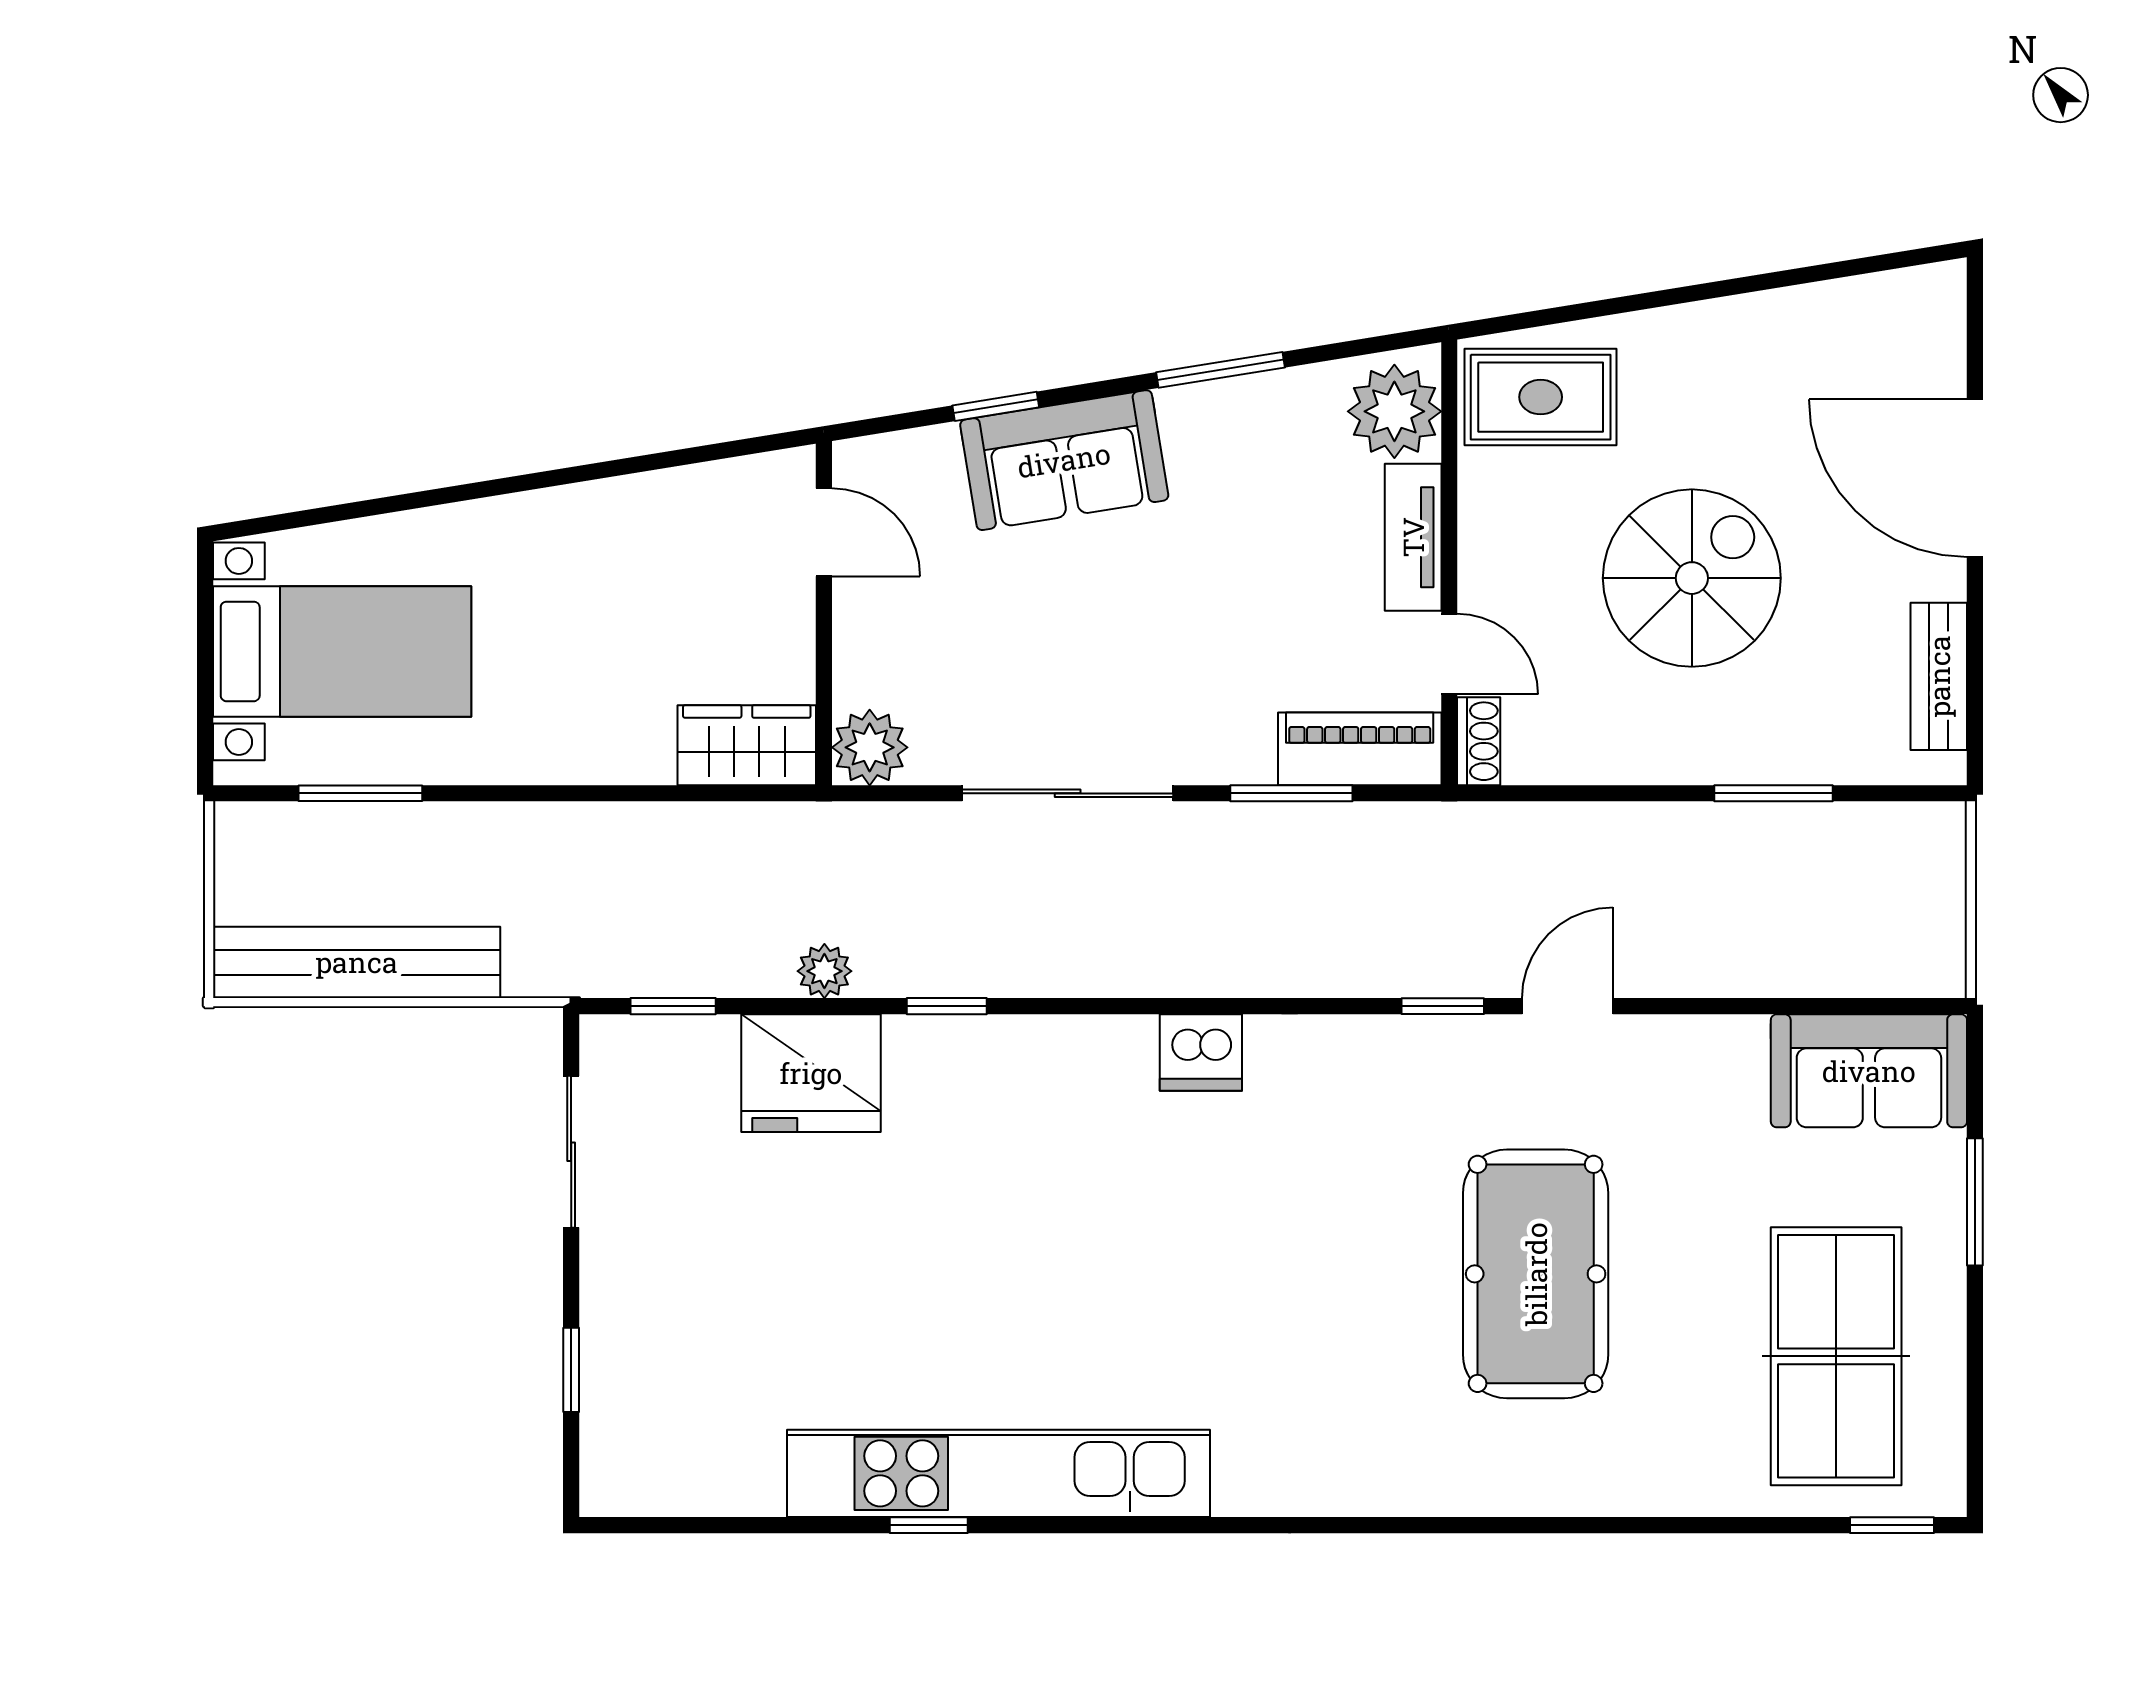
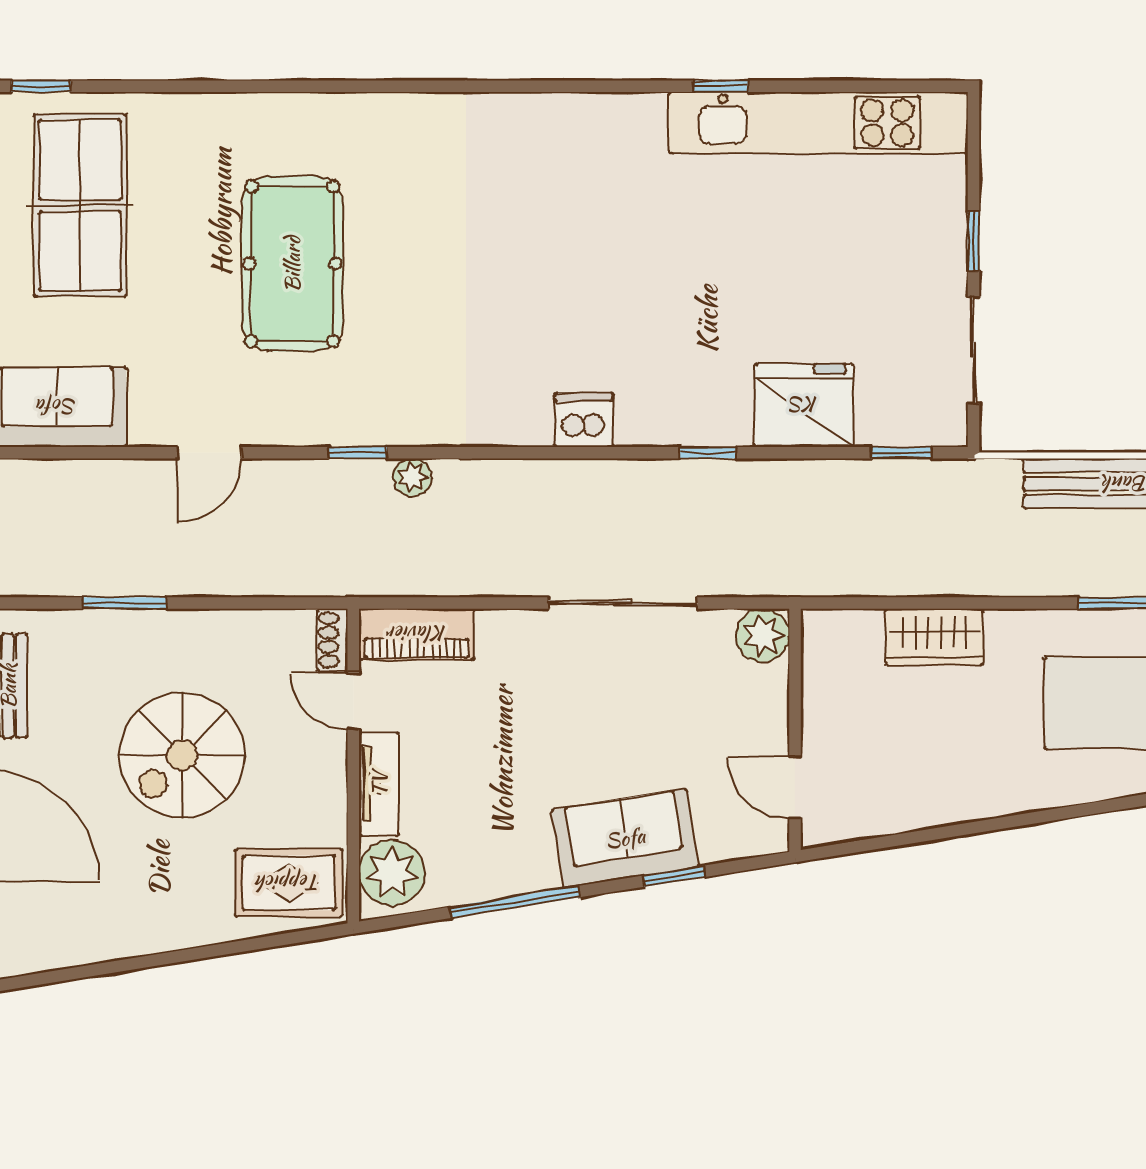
window: (1221, 370) -> (515, 902), width x1.44
wardrobe: (747, 745) -> (934, 637), moved
window: (1291, 793) -> (465, 603), removed
plant: (824, 971) -> (412, 477), moved
door: (1568, 1006) -> (209, 453), moved
dishwasher: (1201, 1052) -> (584, 420), moved
window: (571, 1370) -> (973, 241), moved
kitchen unit: (999, 1473) -> (819, 123), moved

